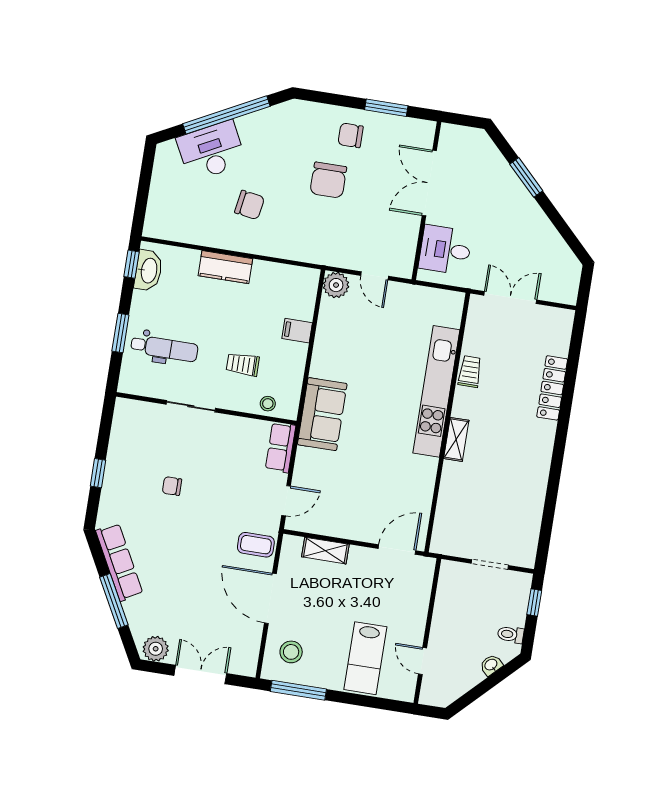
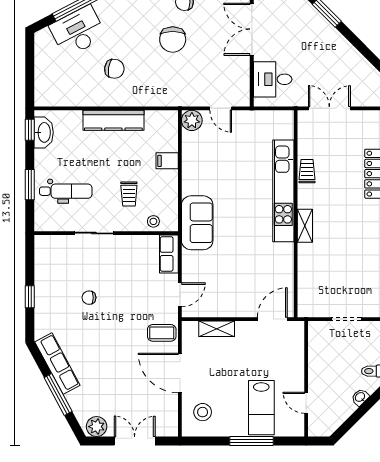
kitchen counter: (225, 267) -> (113, 120), width x1.50
trolley: (243, 364) -> (129, 194), turned -90
window: (298, 690) -> (252, 441), moved

